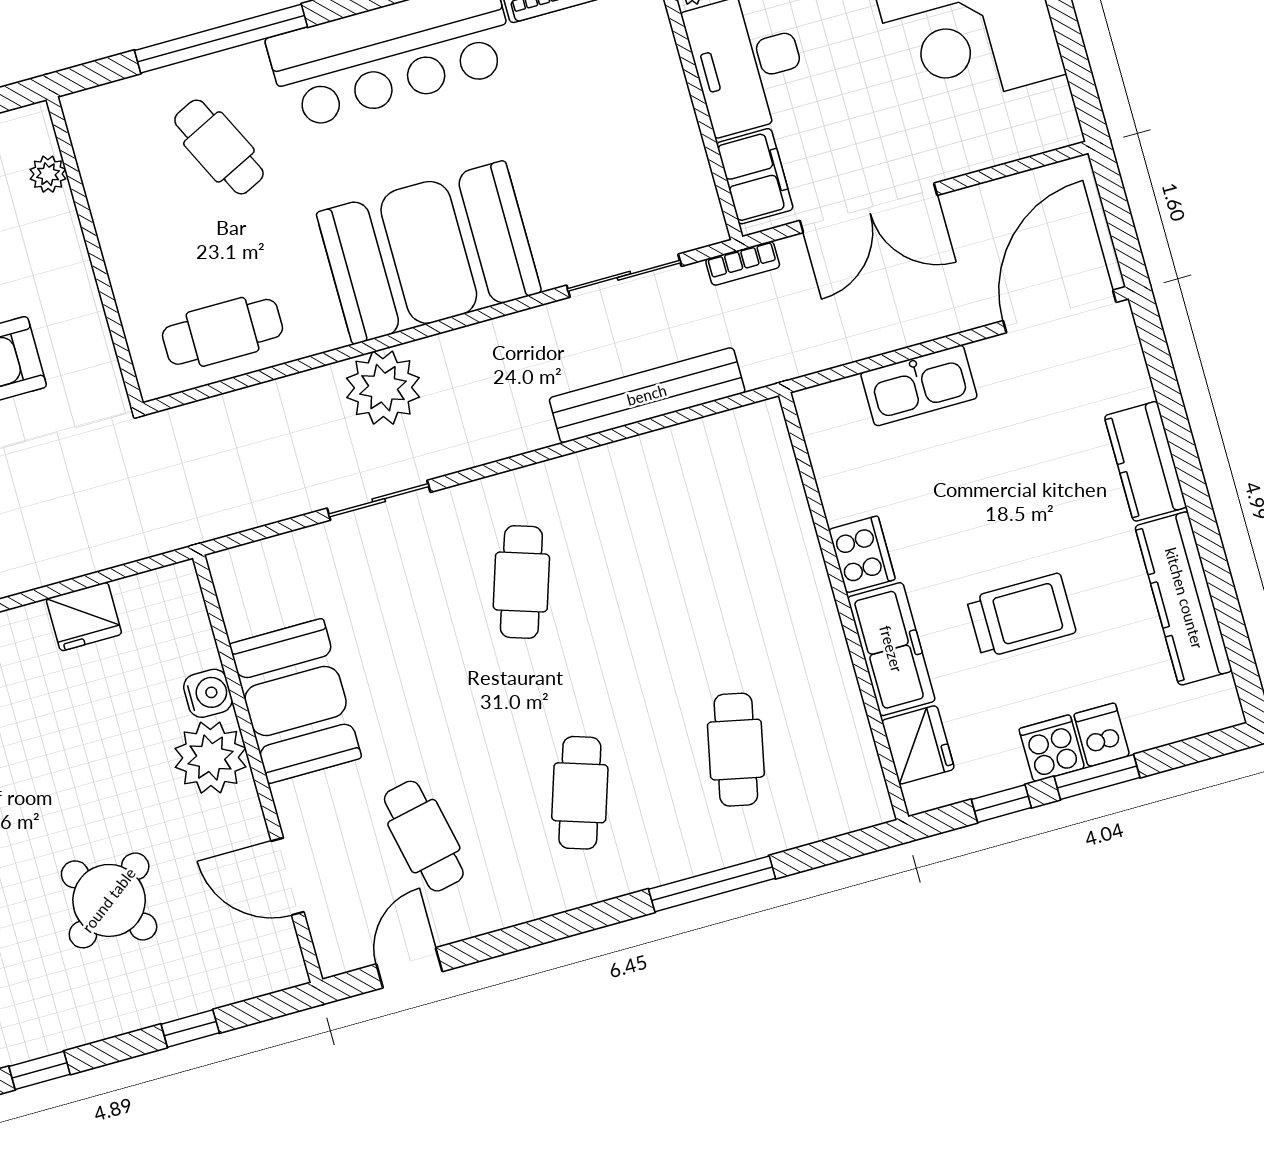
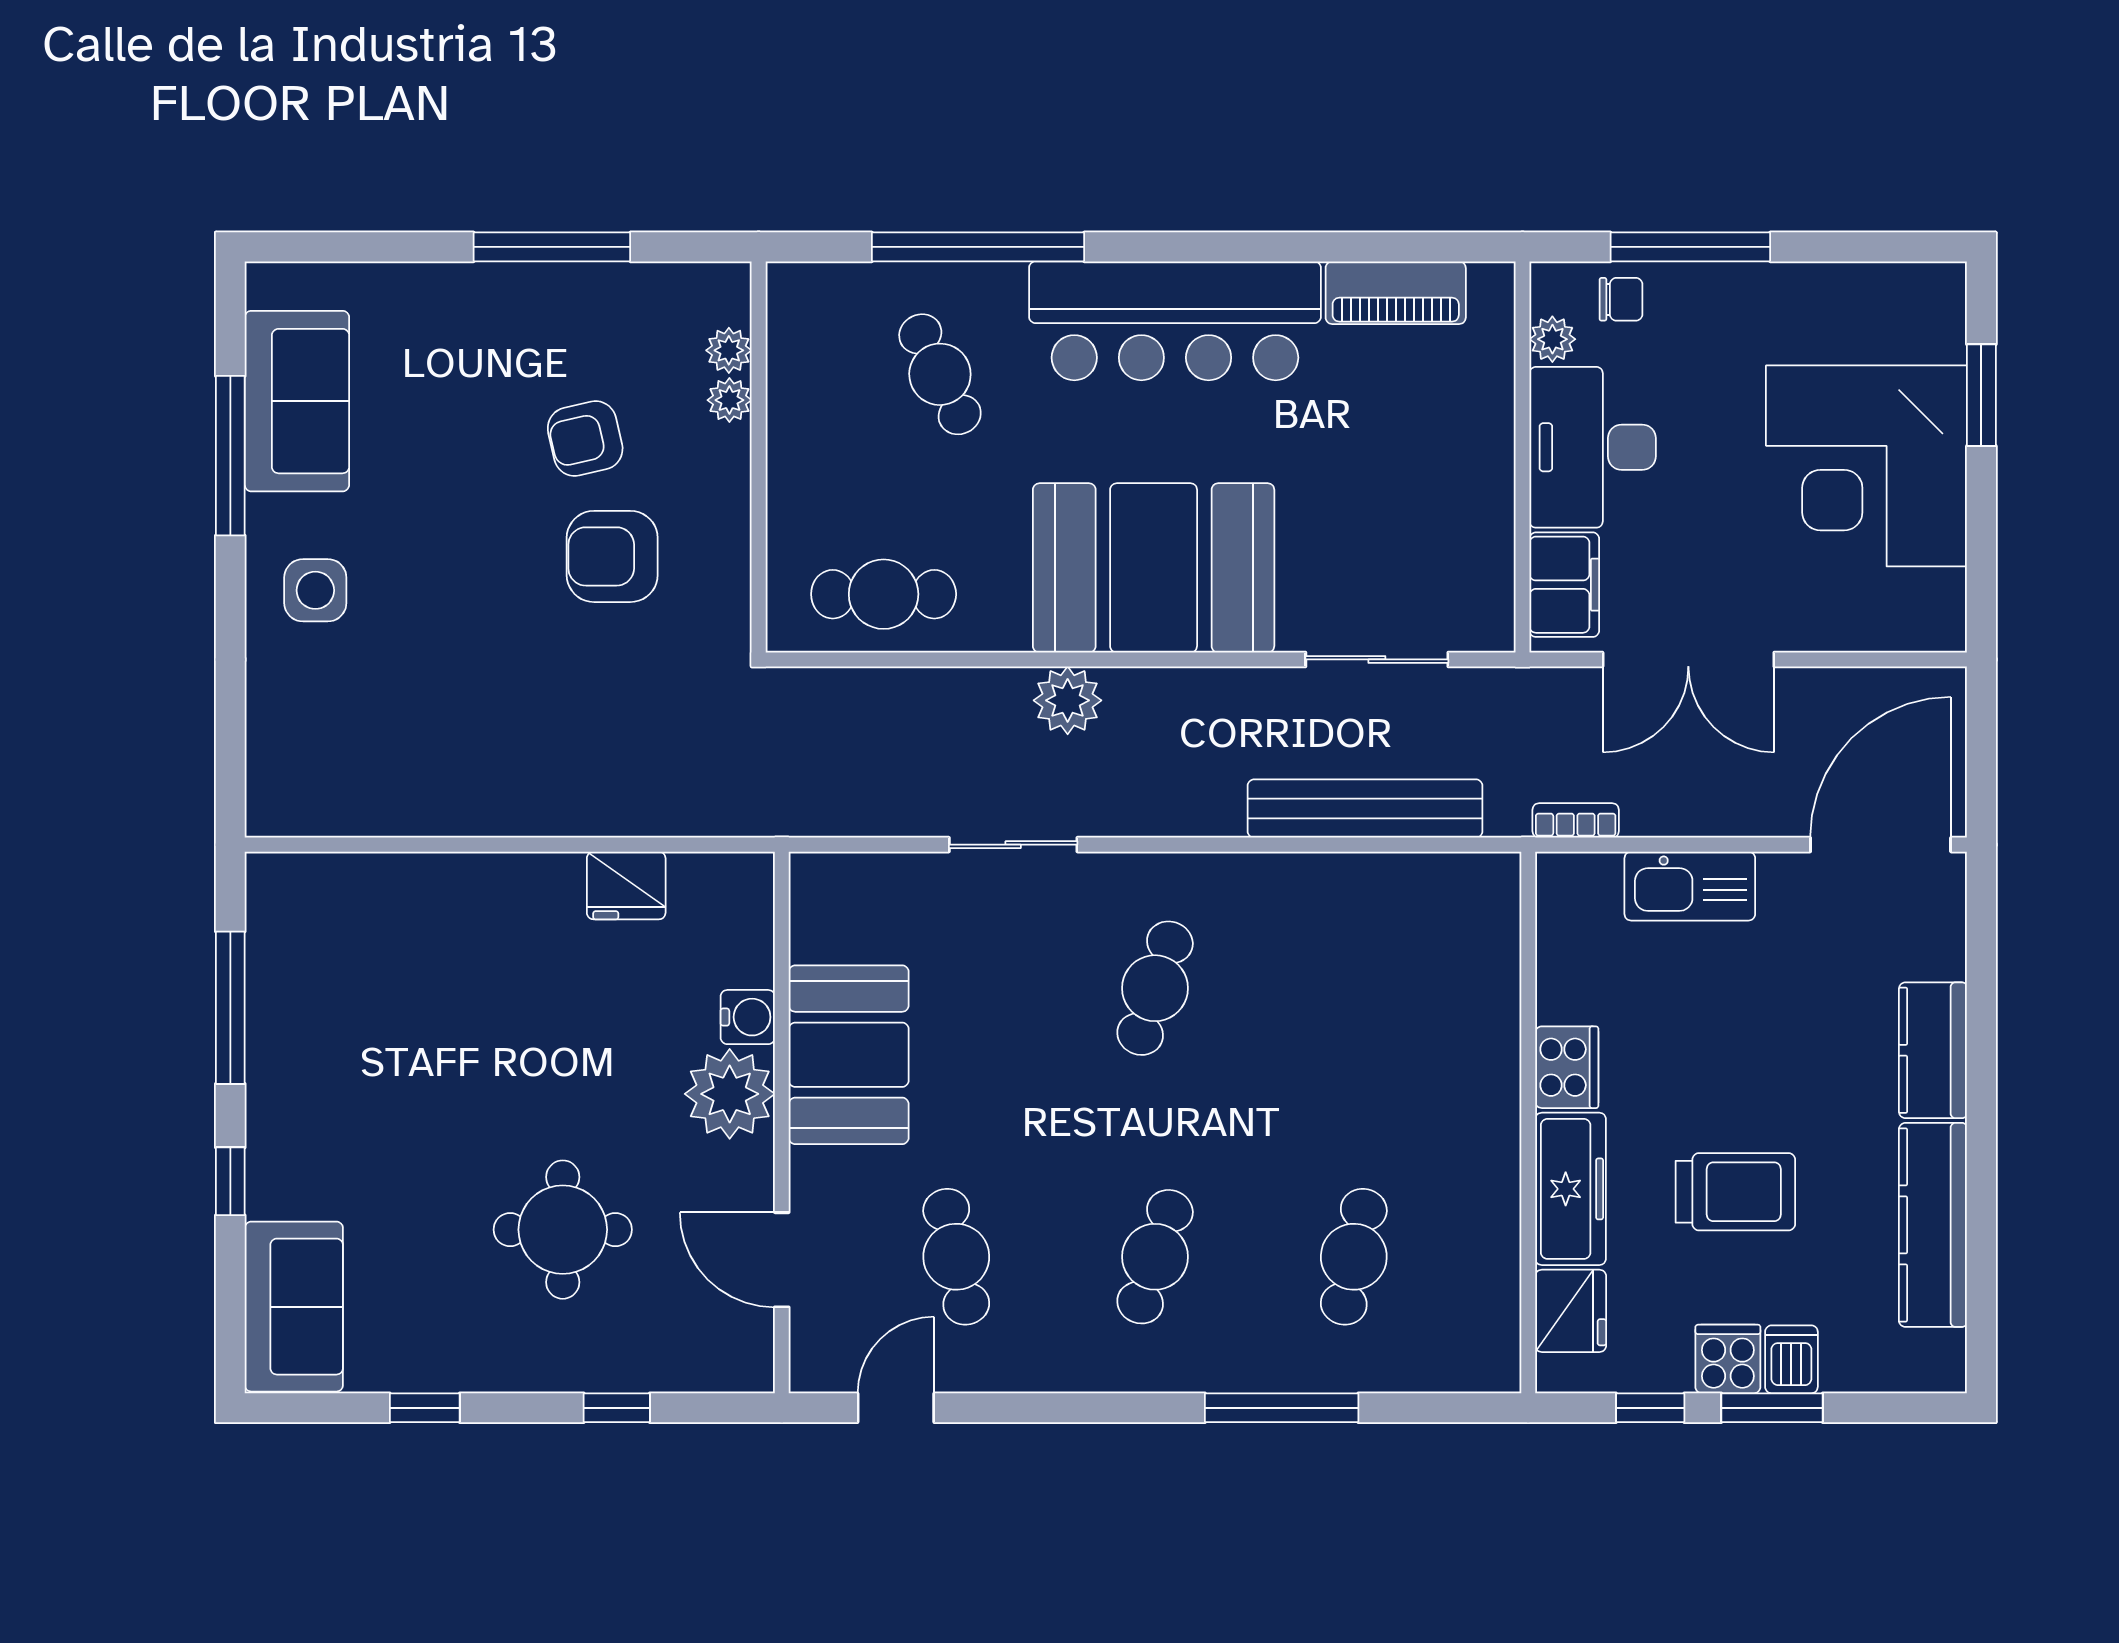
plant: (59, 213) -> (729, 400), added
bookcase: (743, 263) -> (1576, 820), moved, turned 180
plant: (383, 388) -> (1068, 700), width x0.73, depth x0.73
round table: (109, 900) -> (563, 1230), turned 37

